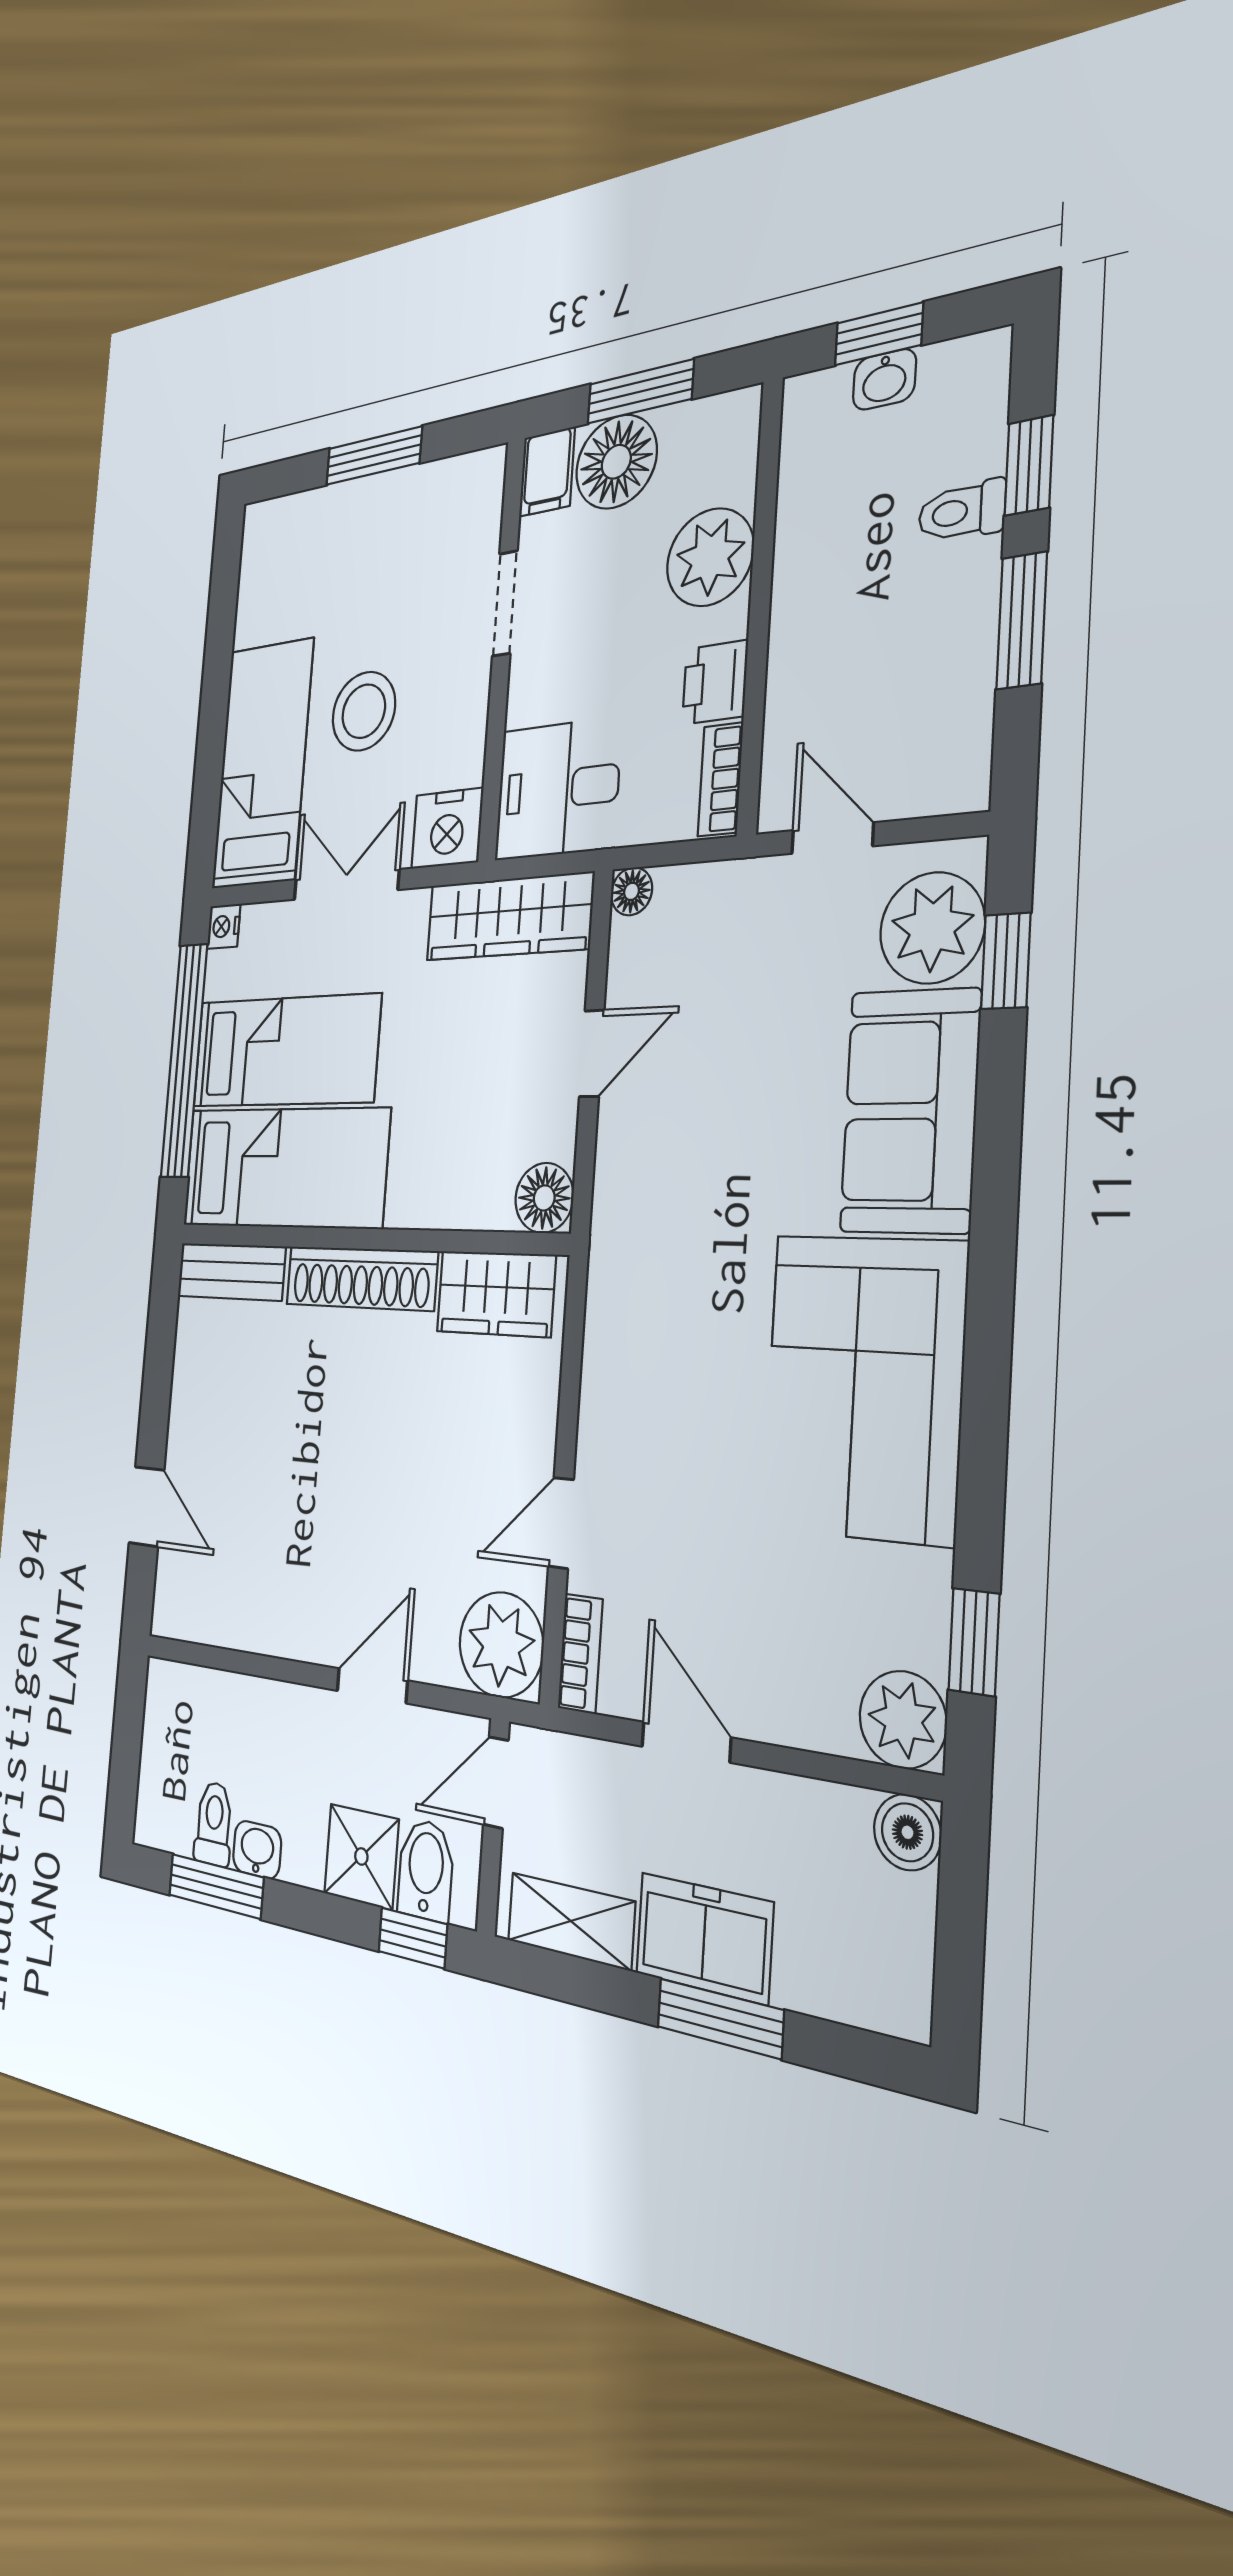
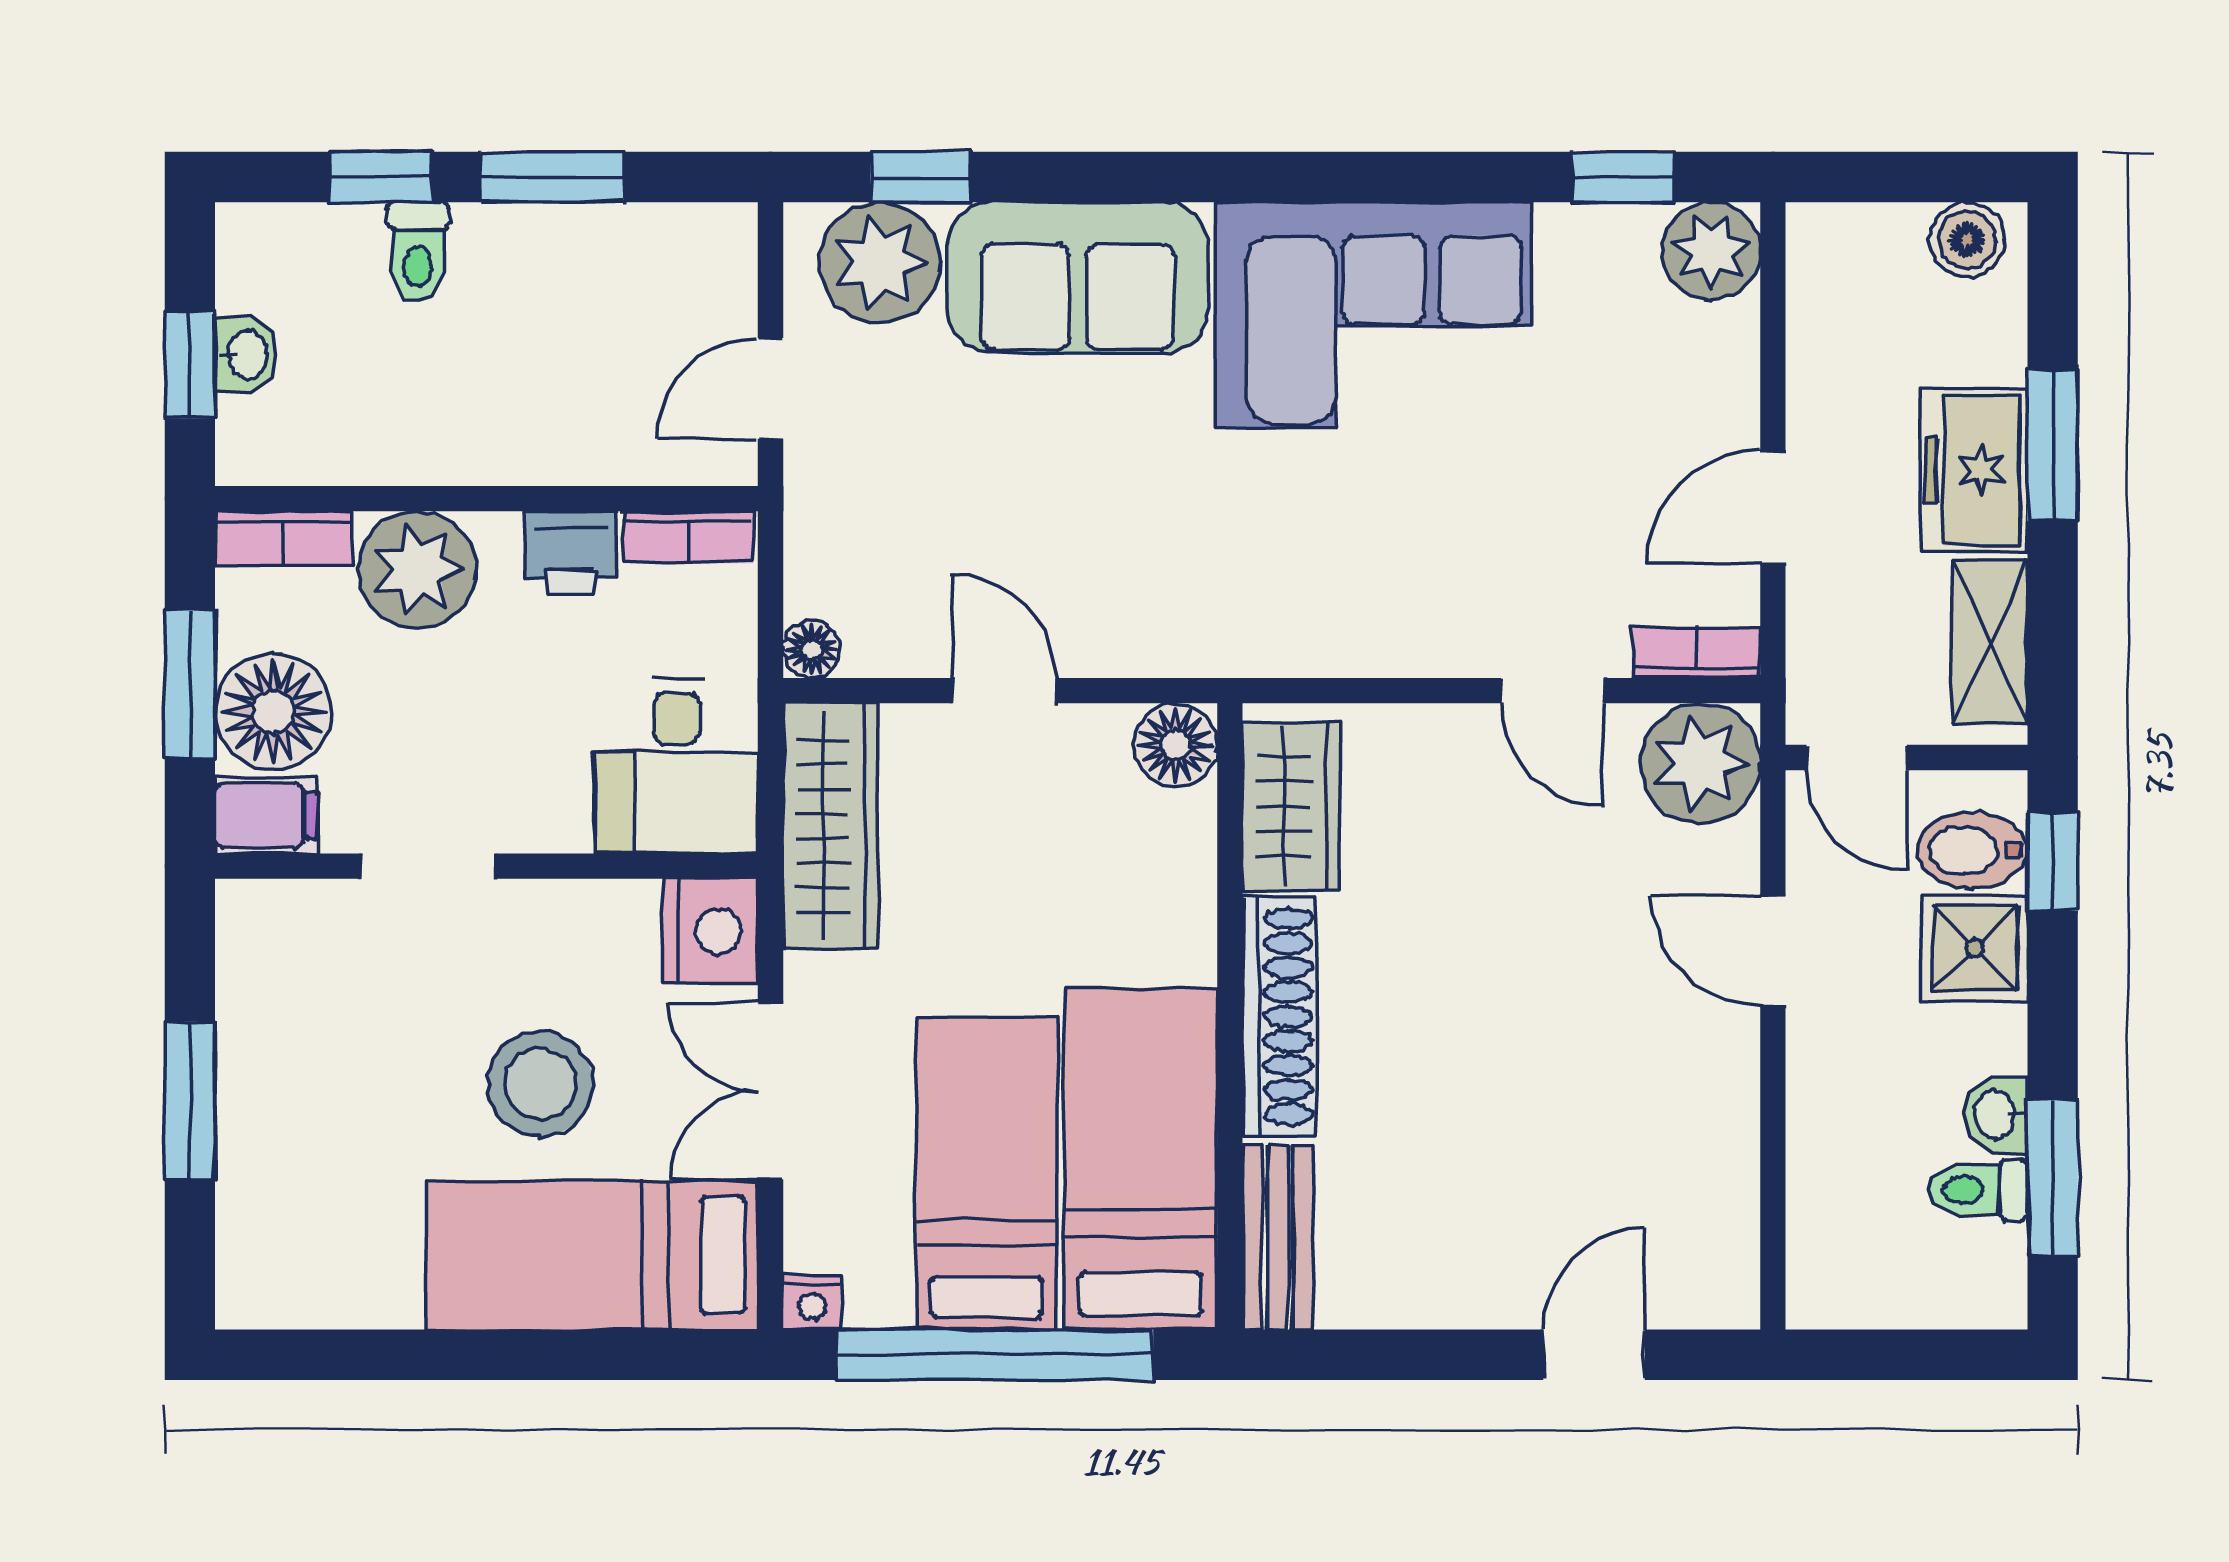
bookcase: (740, 443) -> (283, 538), added
boiler: (907, 1832) -> (1967, 240), moved

